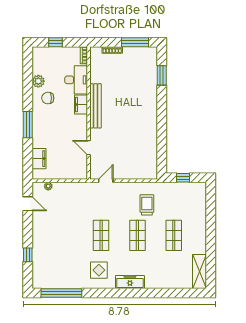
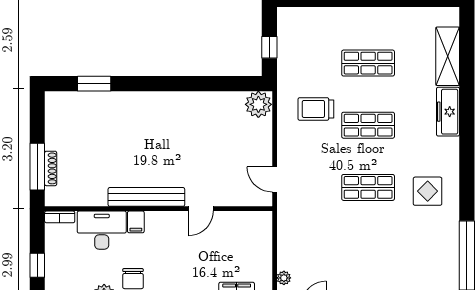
window: (135, 42) -> (37, 167), moved
filing cabinet: (81, 105) -> (136, 222), width x0.50
door: (89, 148) -> (201, 209), moved
plant: (150, 171) -> (258, 104), added
shelving: (200, 272) -> (448, 56), moved, turned 90
freezer: (130, 282) -> (448, 112), moved

